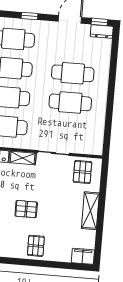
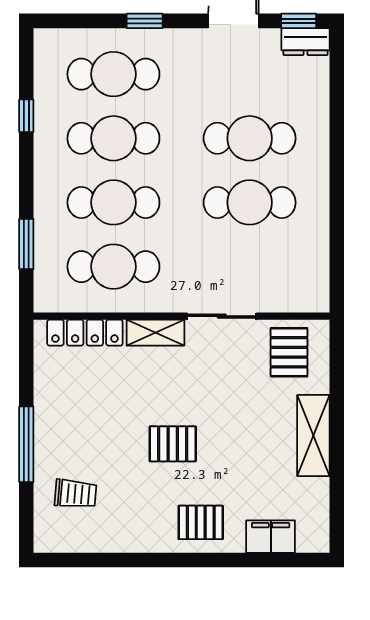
pallet: (36, 246) -> (201, 522), turned 90
filing cabinet: (83, 256) -> (271, 537), moved

